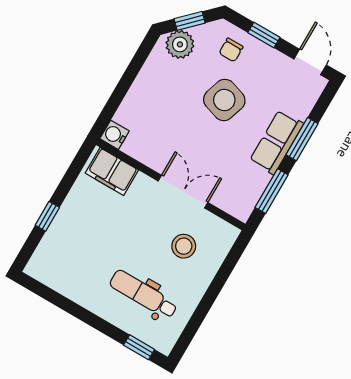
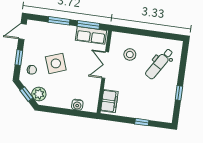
side table: (224, 100) -> (56, 63), turned -38
water cooler: (115, 135) -> (77, 105), moved
row of seats: (277, 142) -> (91, 35), moved
dental chair: (143, 294) -> (159, 64), turned 32
window: (139, 347) -> (179, 93), moved

